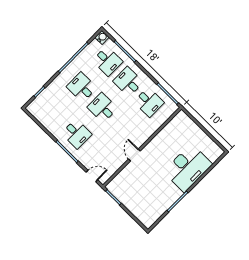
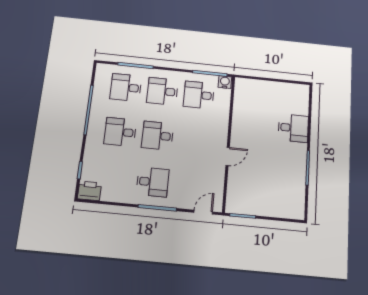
water cooler: (102, 37) -> (225, 82), moved
desk: (107, 61) -> (126, 87), turned 180
desk: (149, 102) -> (199, 95), turned 180
printer: (35, 109) -> (89, 191), added
door: (134, 155) -> (228, 156), swing flipped
desk: (188, 168) -> (293, 128), width x0.53, depth x0.77

